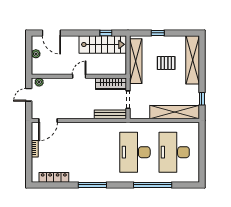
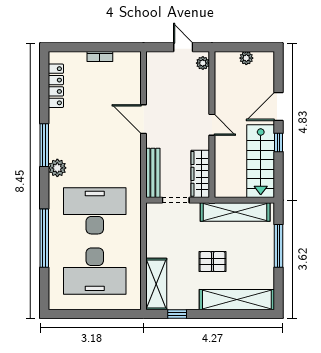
door: (51, 33) -> (279, 107), moved
window: (106, 33) -> (279, 142), moved
window: (158, 33) -> (279, 246), width x2.17
pallet: (166, 63) -> (213, 262), moved, turned 90
shelving: (175, 112) -> (156, 284), width x0.68
door: (48, 121) -> (144, 119), moved
desk: (174, 152) -> (95, 271), turned 180
plant: (107, 176) -> (57, 168), added

